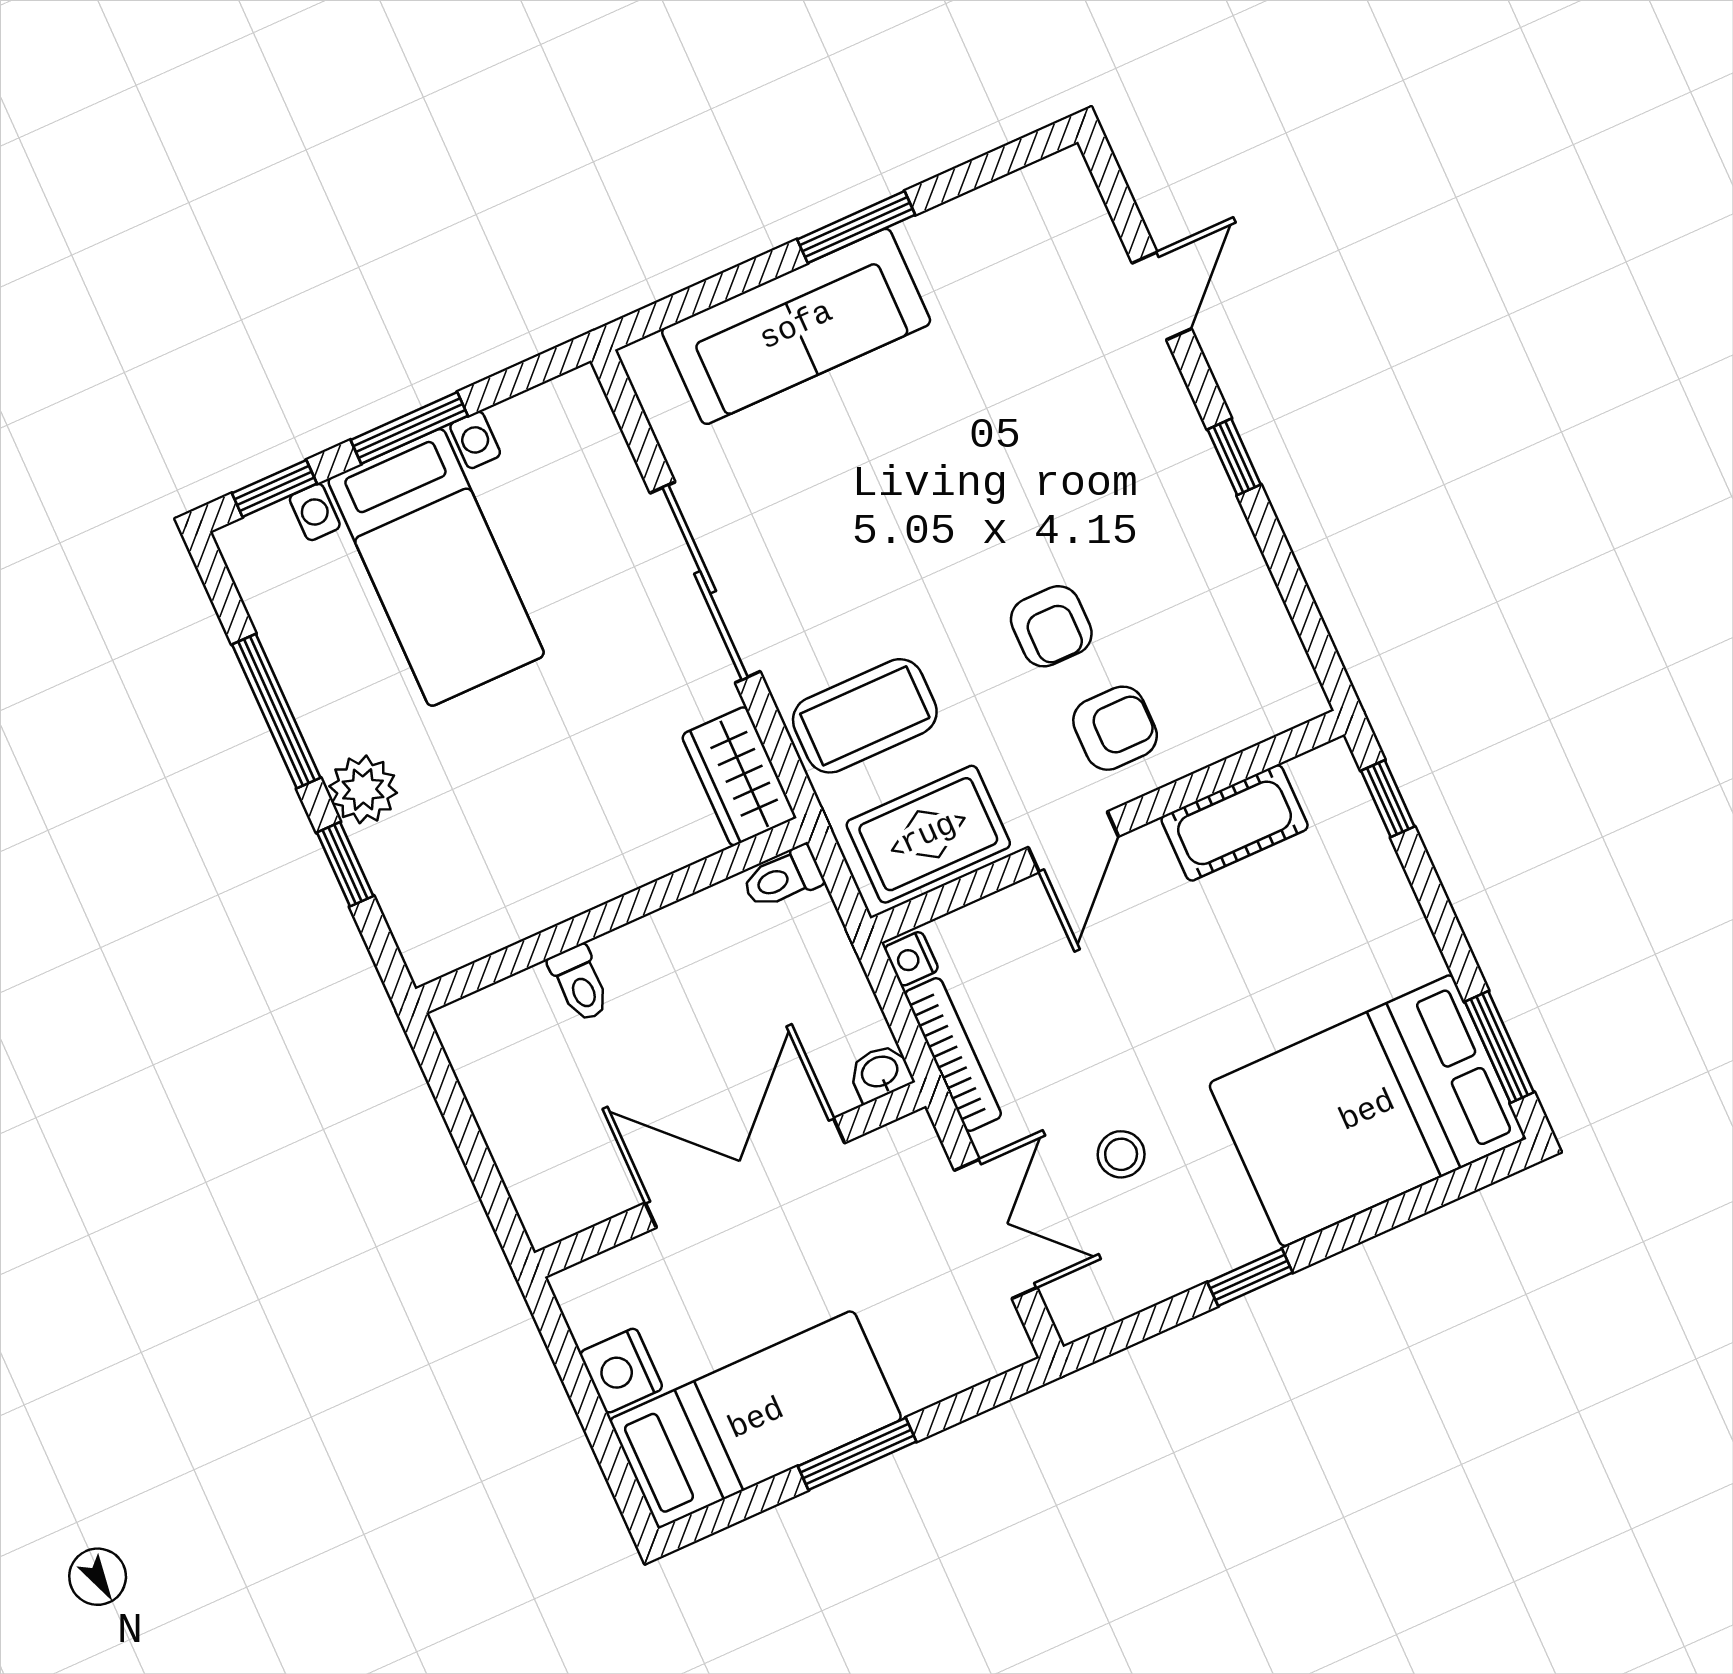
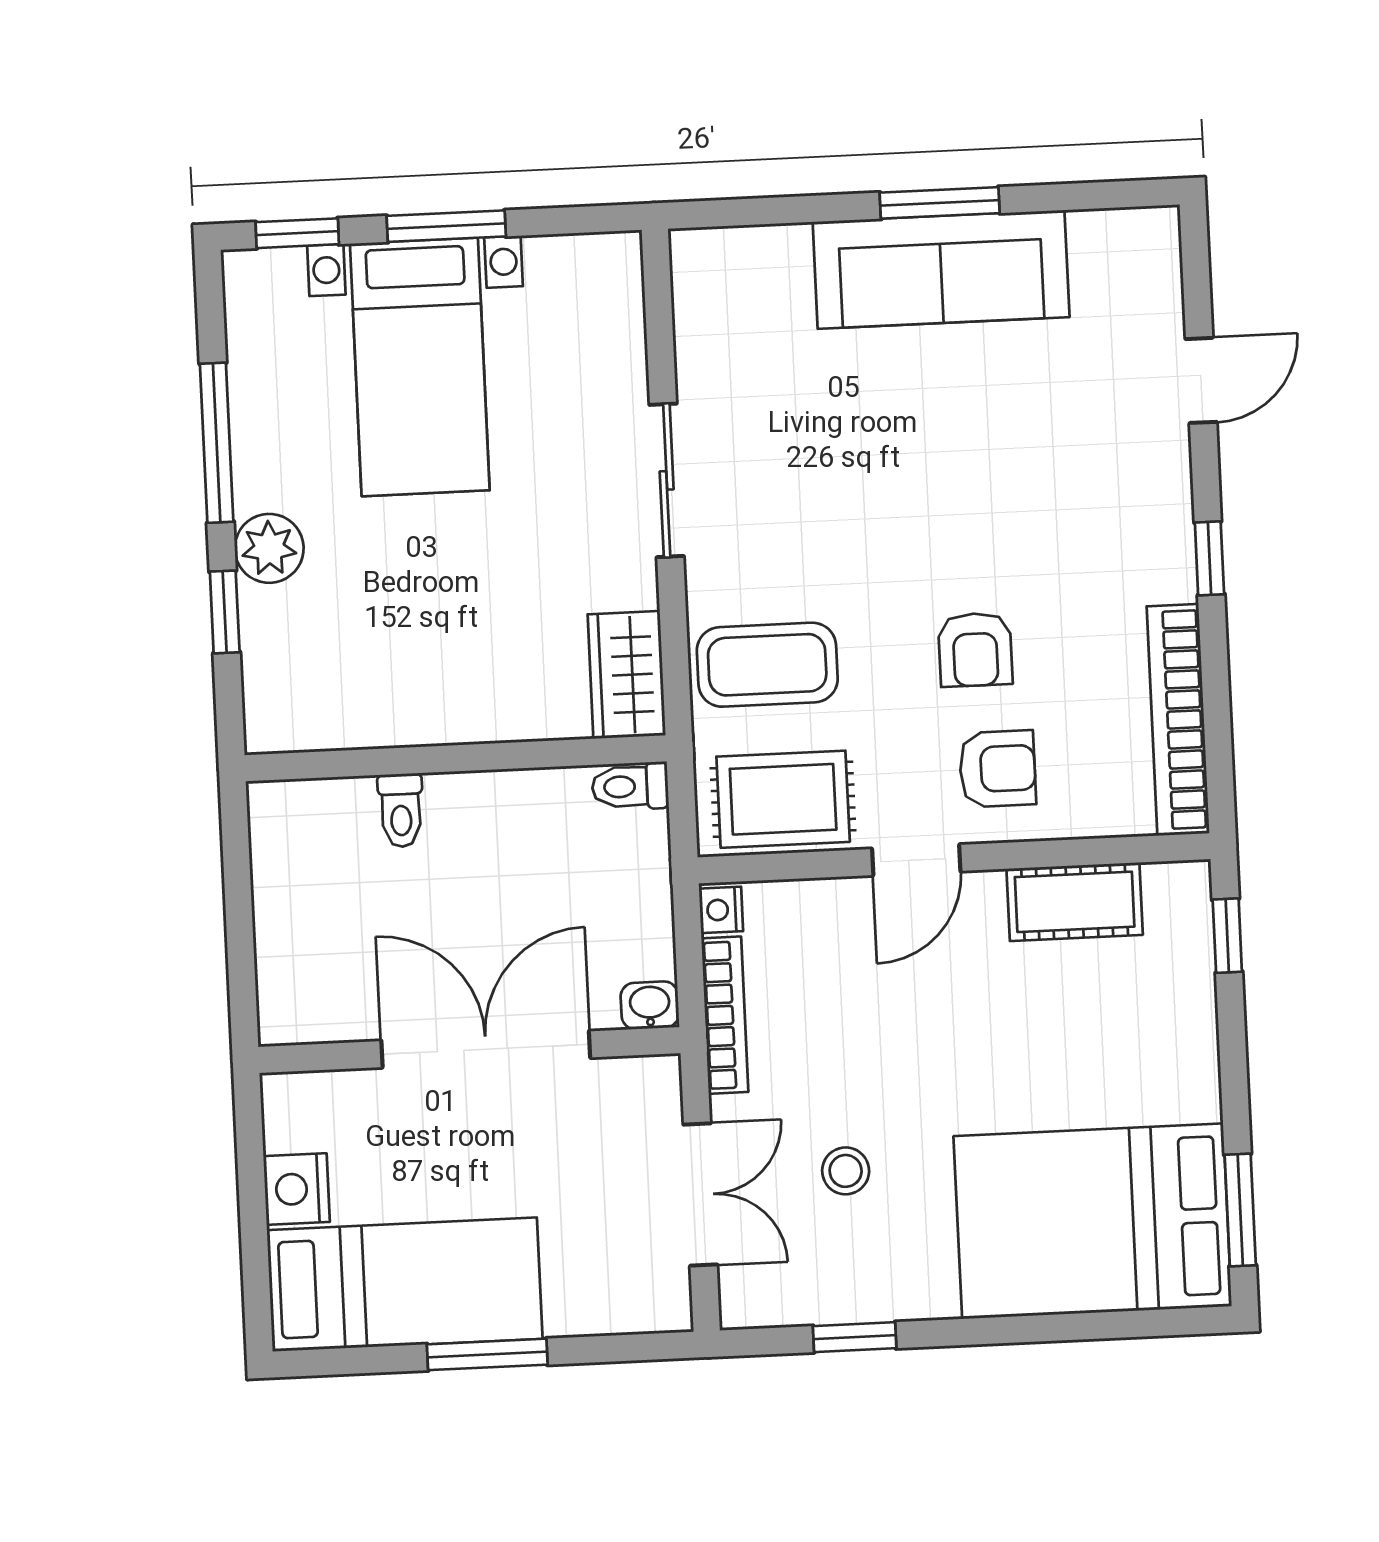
sofa: (796, 326) -> (941, 269), moved
sliding door: (705, 582) -> (667, 480), width x0.73
bookcase: (1264, 617) -> (1178, 720), added
window: (1250, 1277) -> (855, 1337), moved

